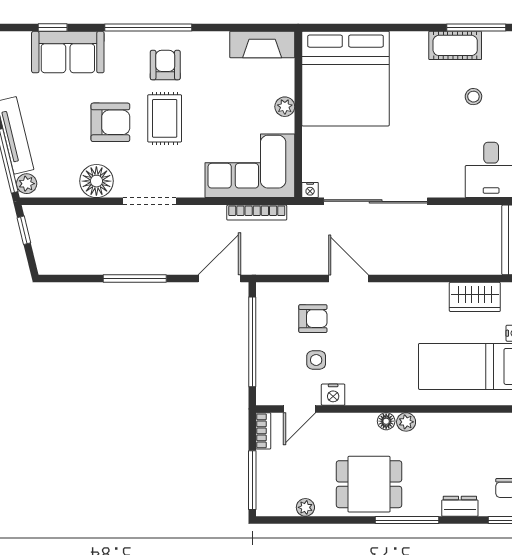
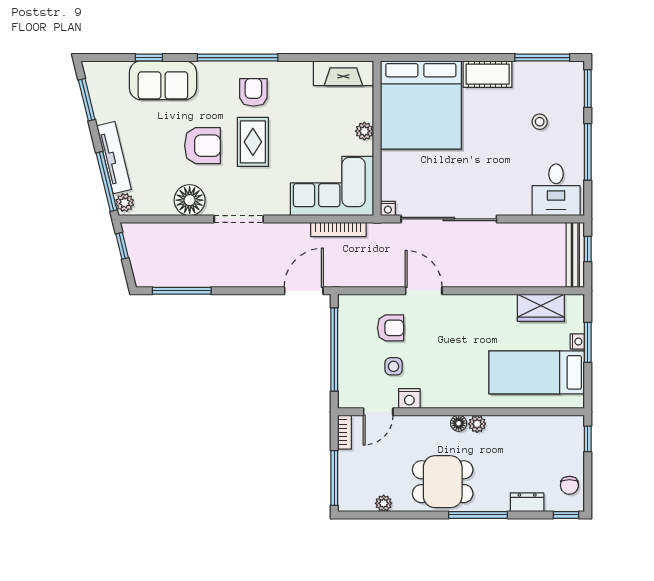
cot: (455, 45) -> (488, 74), moved
window: (135, 279) -> (182, 291), moved

